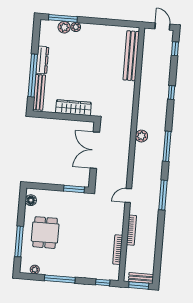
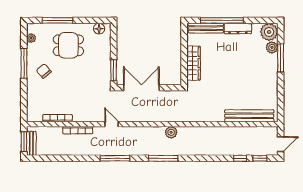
window: (63, 18) -> (281, 58), moved
plant: (76, 27) -> (269, 32), moved, width x1.88, depth x1.88
window: (171, 92) -> (240, 158), moved
double door: (95, 150) -> (141, 88), moved
chair: (69, 260) -> (44, 71), added
window: (103, 282) -> (24, 106), removed

